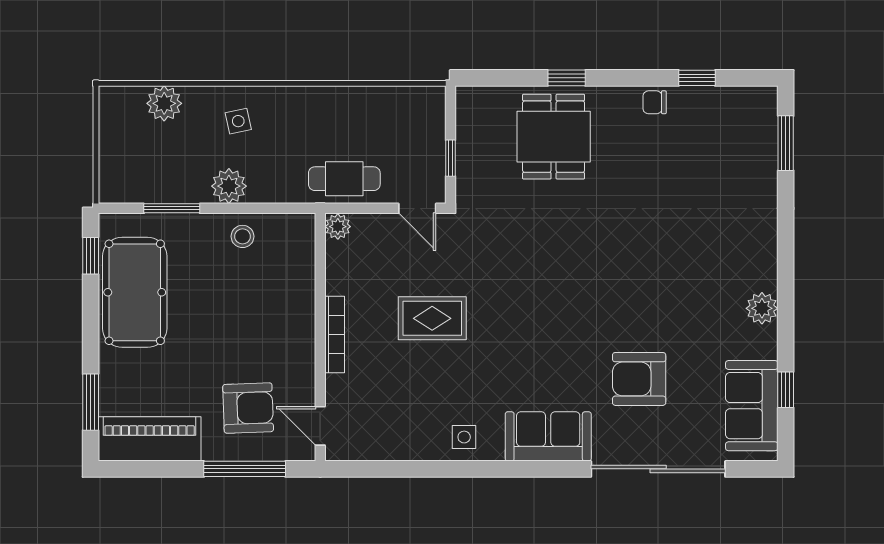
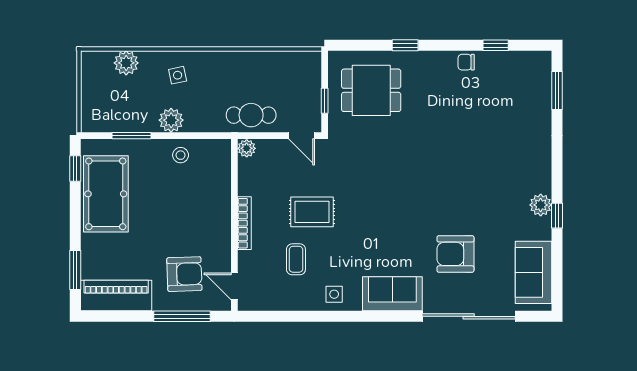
dining table: (554, 137) -> (371, 90), moved, turned 90
coffee table: (409, 387) -> (296, 259), added
window: (786, 390) -> (557, 216), moved

